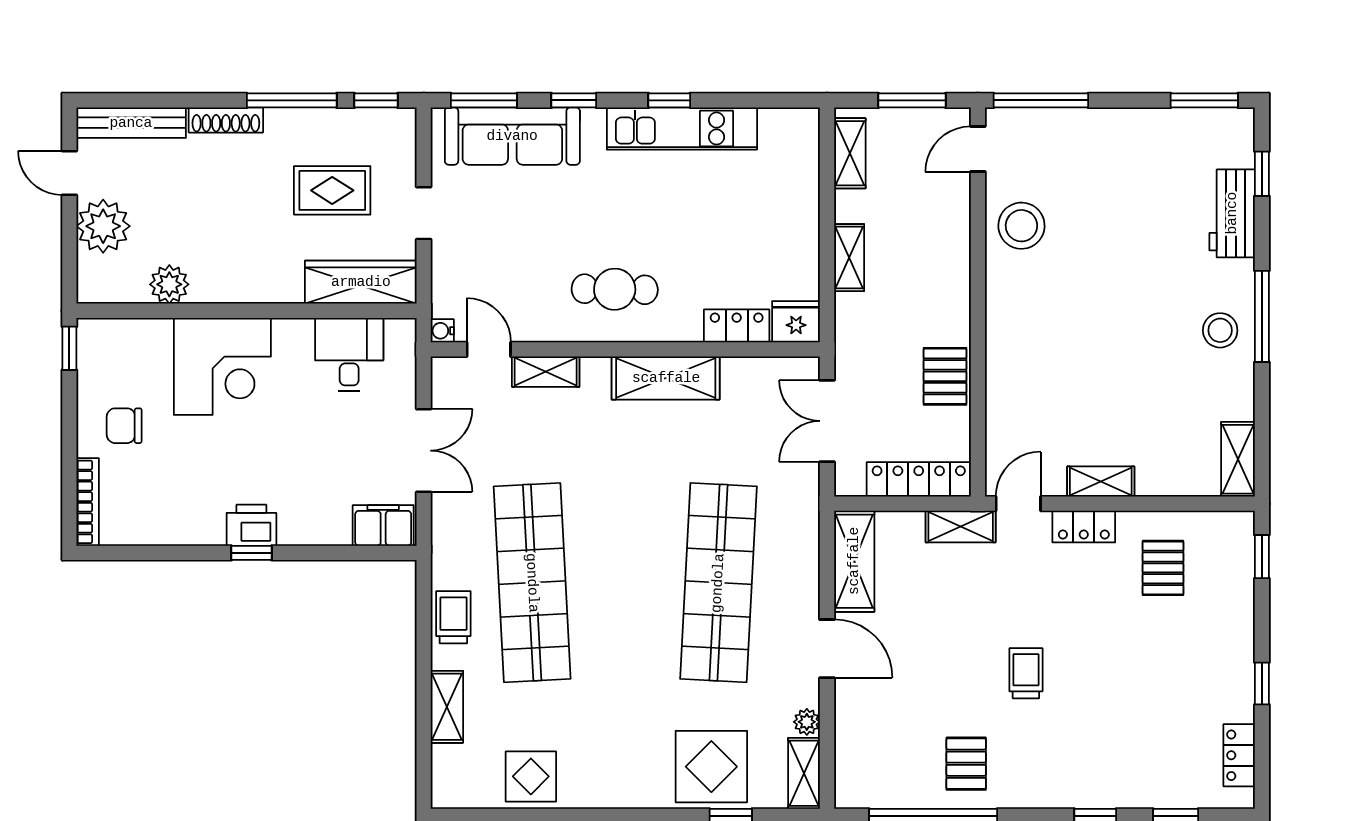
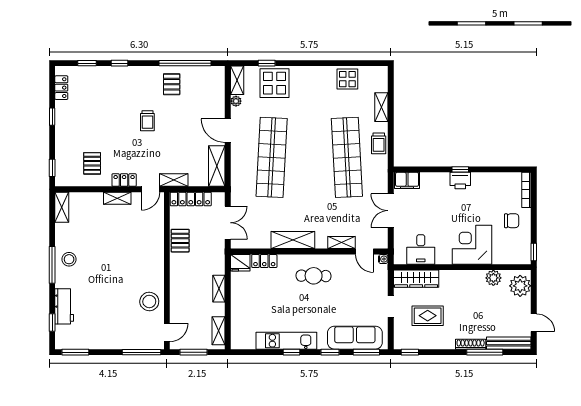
window: (292, 100) -> (485, 352), moved
plant: (103, 226) -> (520, 286), moved

